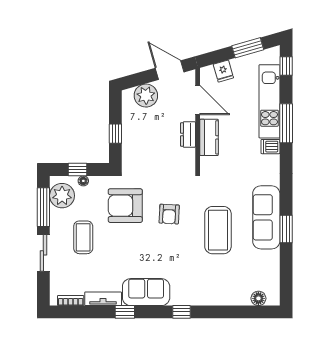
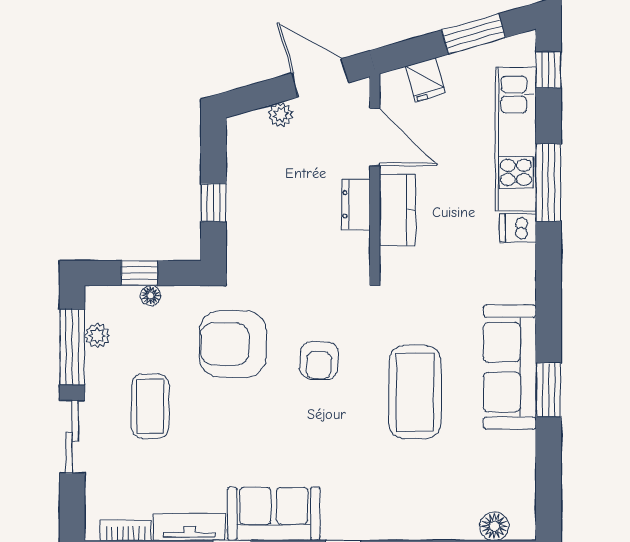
plant: (146, 96) -> (281, 115), width x0.53, depth x0.53
plant: (62, 196) -> (97, 336), width x0.53, depth x0.53

